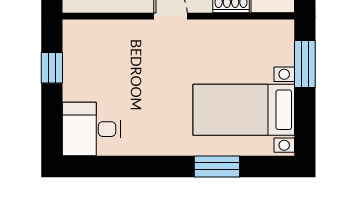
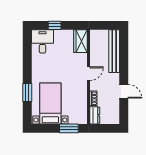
wardrobe: (91, 36) -> (81, 41), added
window: (52, 68) -> (55, 25), moved

